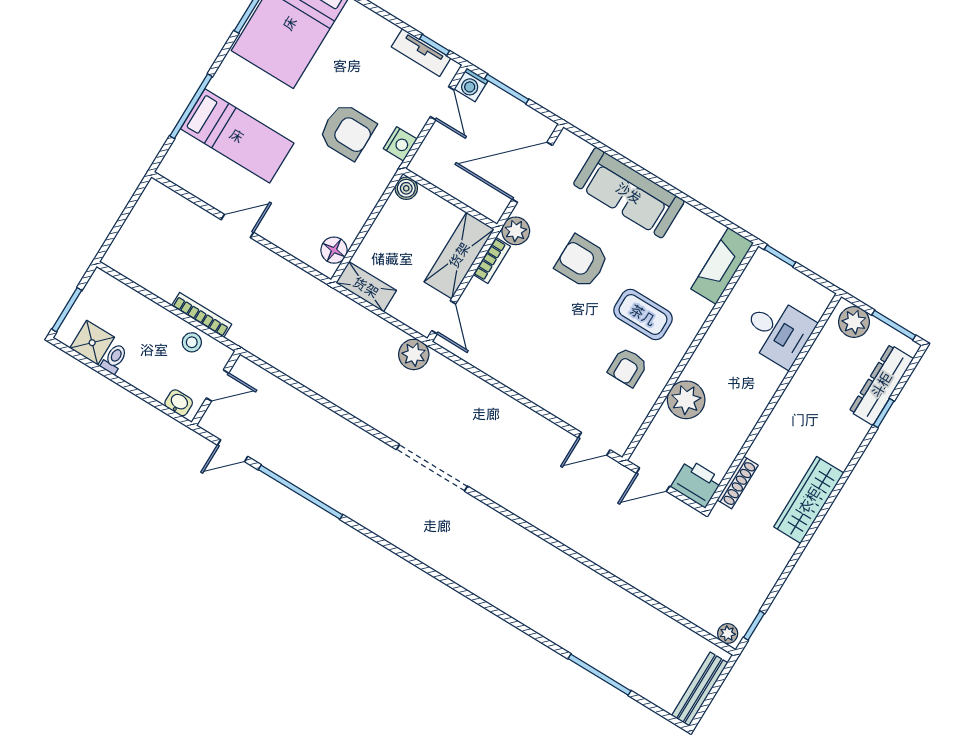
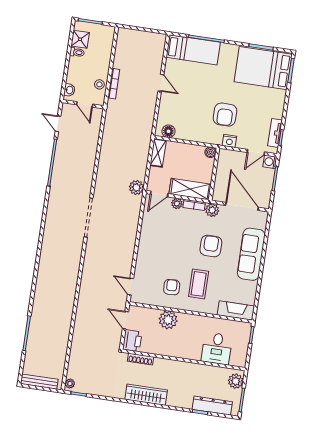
bed: (237, 136) -> (193, 50), moved, turned -90
plant: (475, 292) -> (177, 203), added
armchair: (628, 367) -> (172, 287), turned 87

